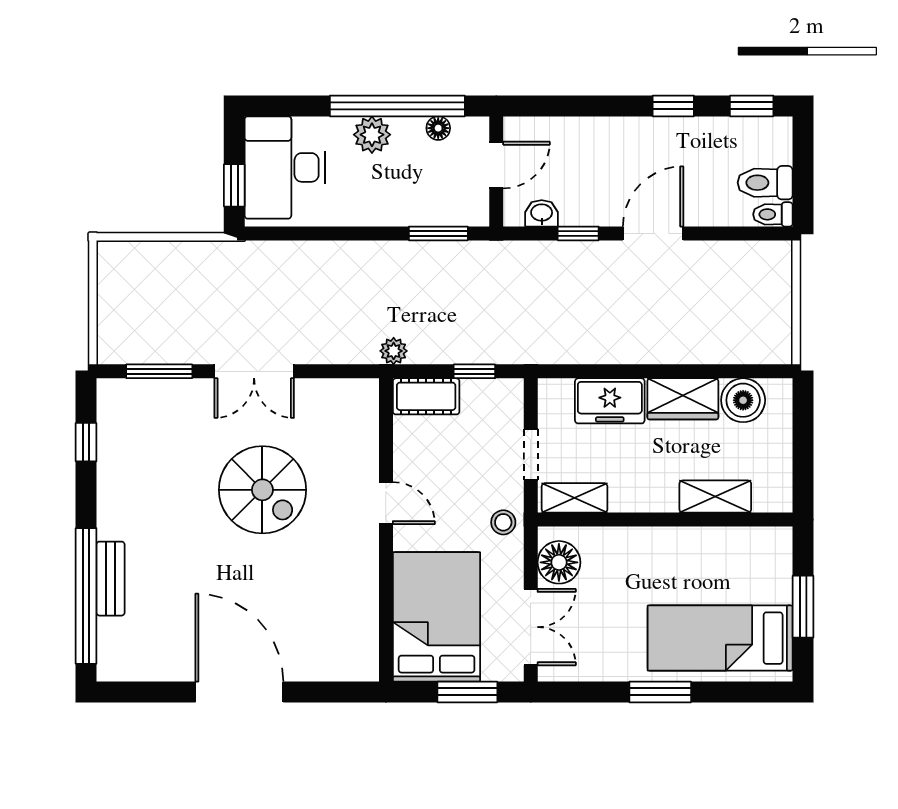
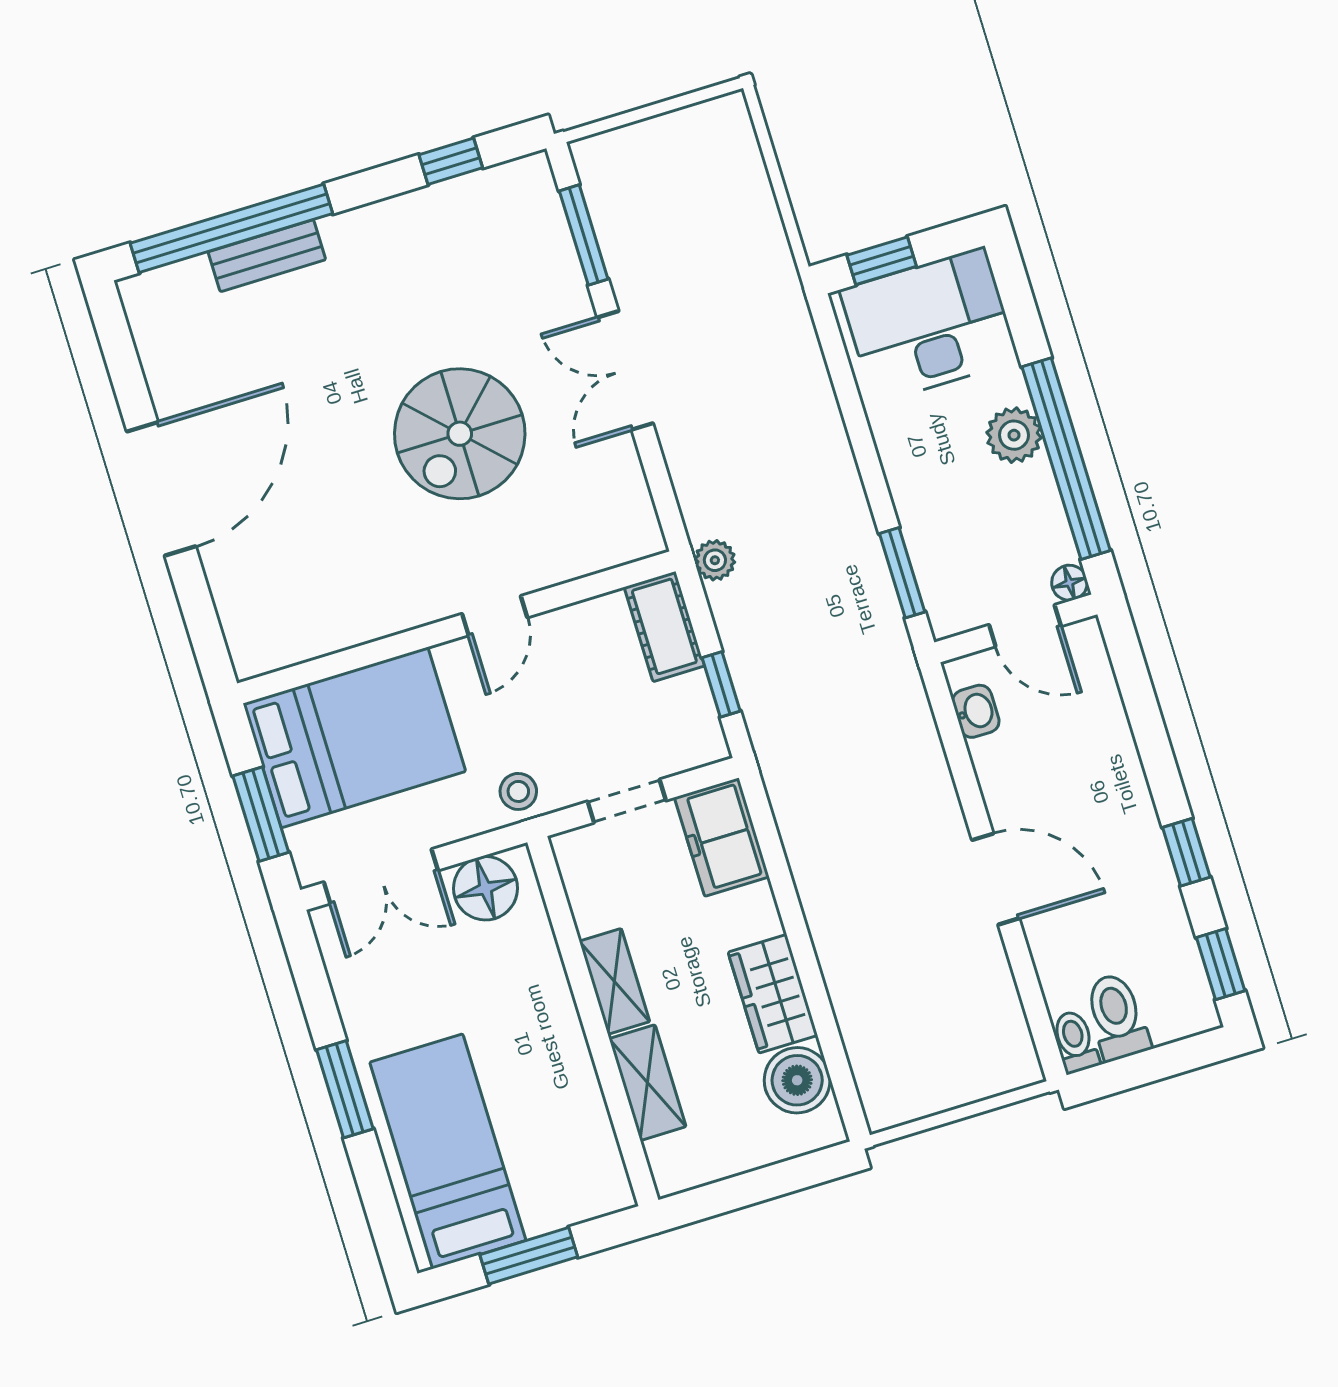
floor lamp: (438, 128) -> (1069, 583), moved
window: (578, 233) -> (963, 772), removed
freezer: (610, 401) -> (722, 837), moved
shelving: (575, 498) -> (615, 981), moved

